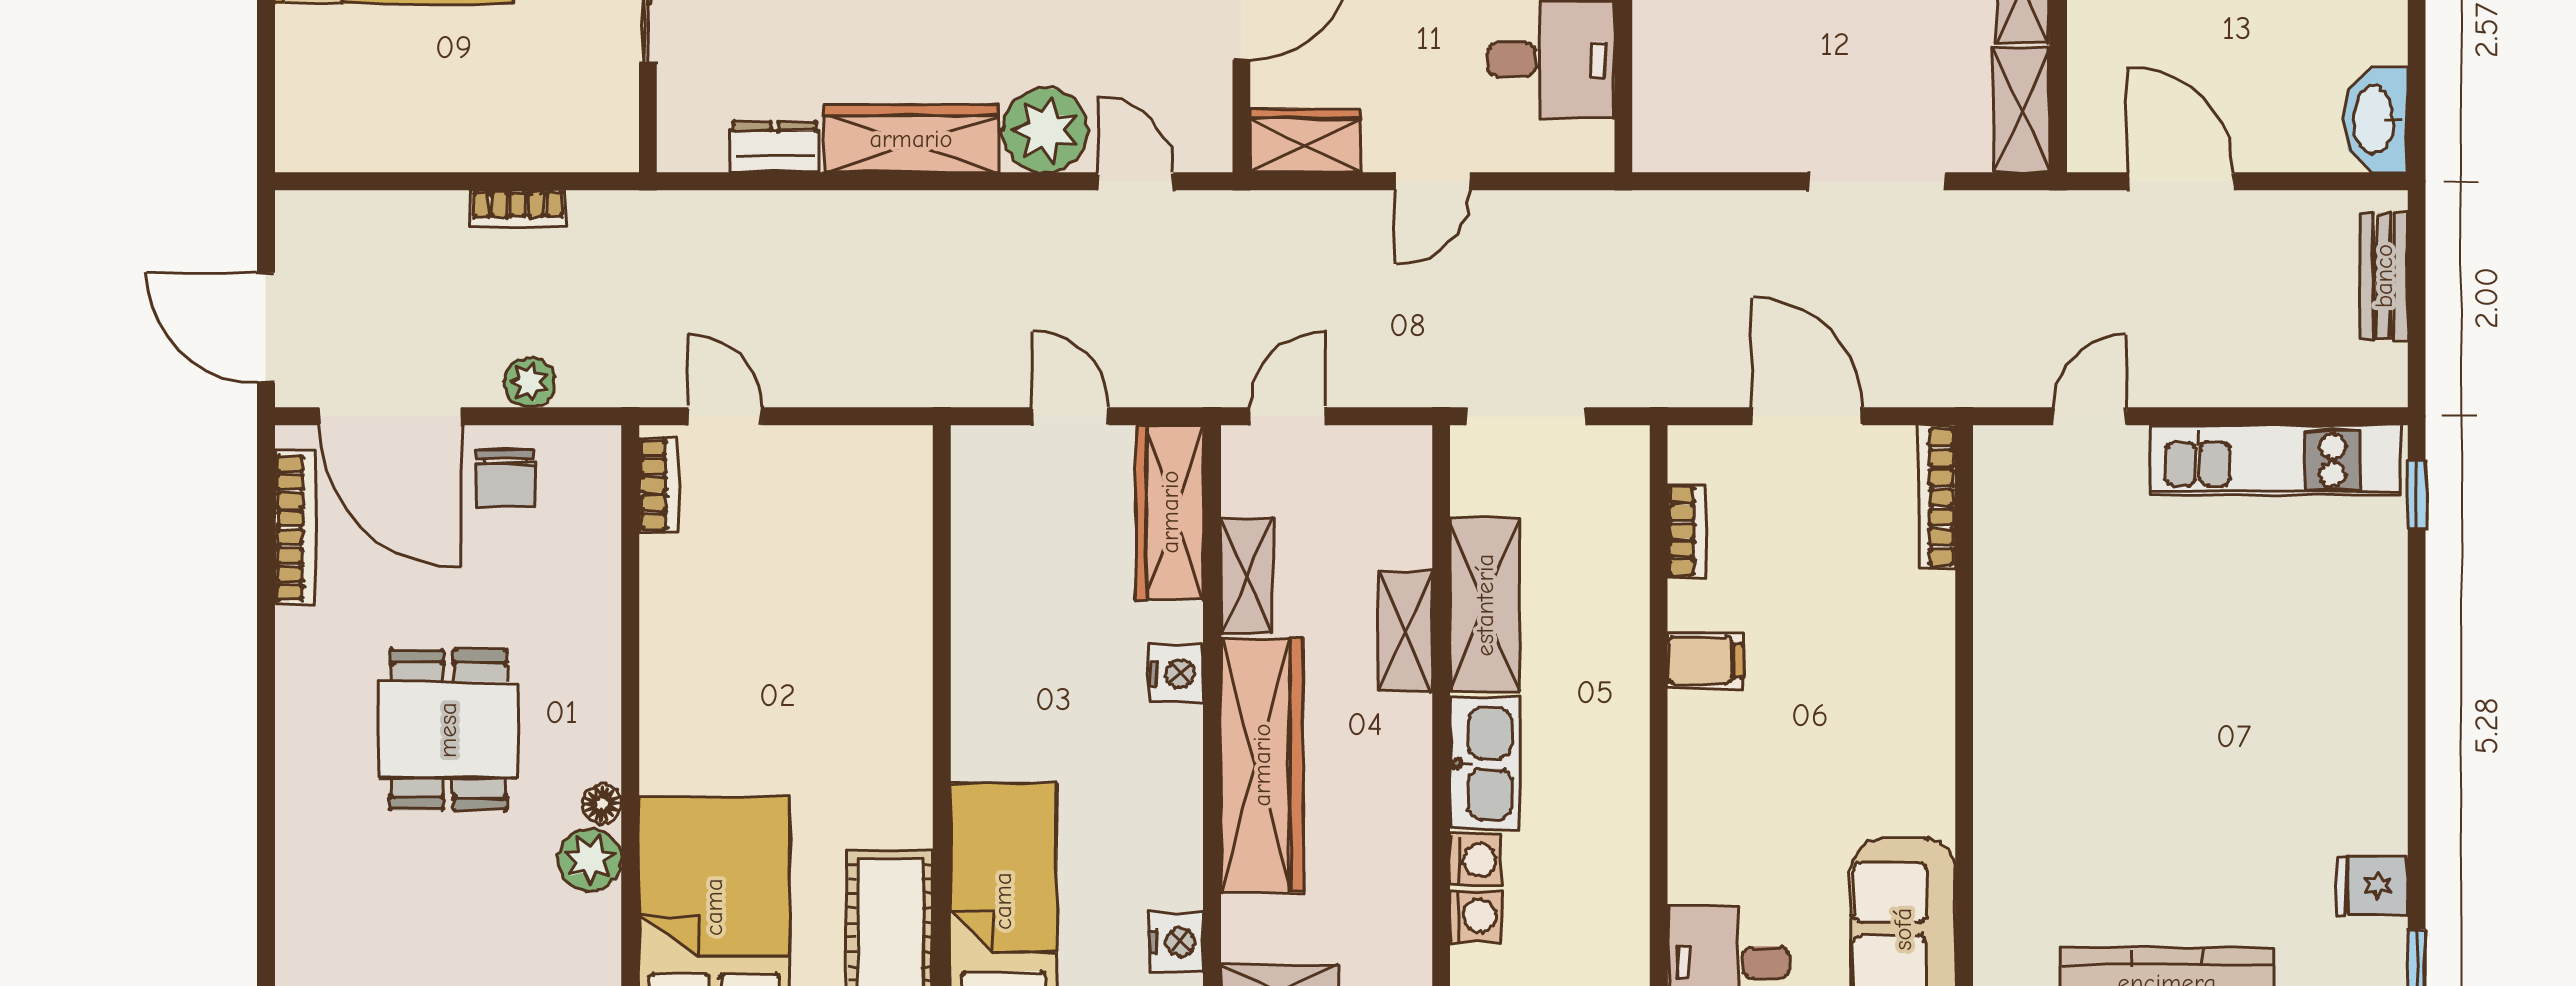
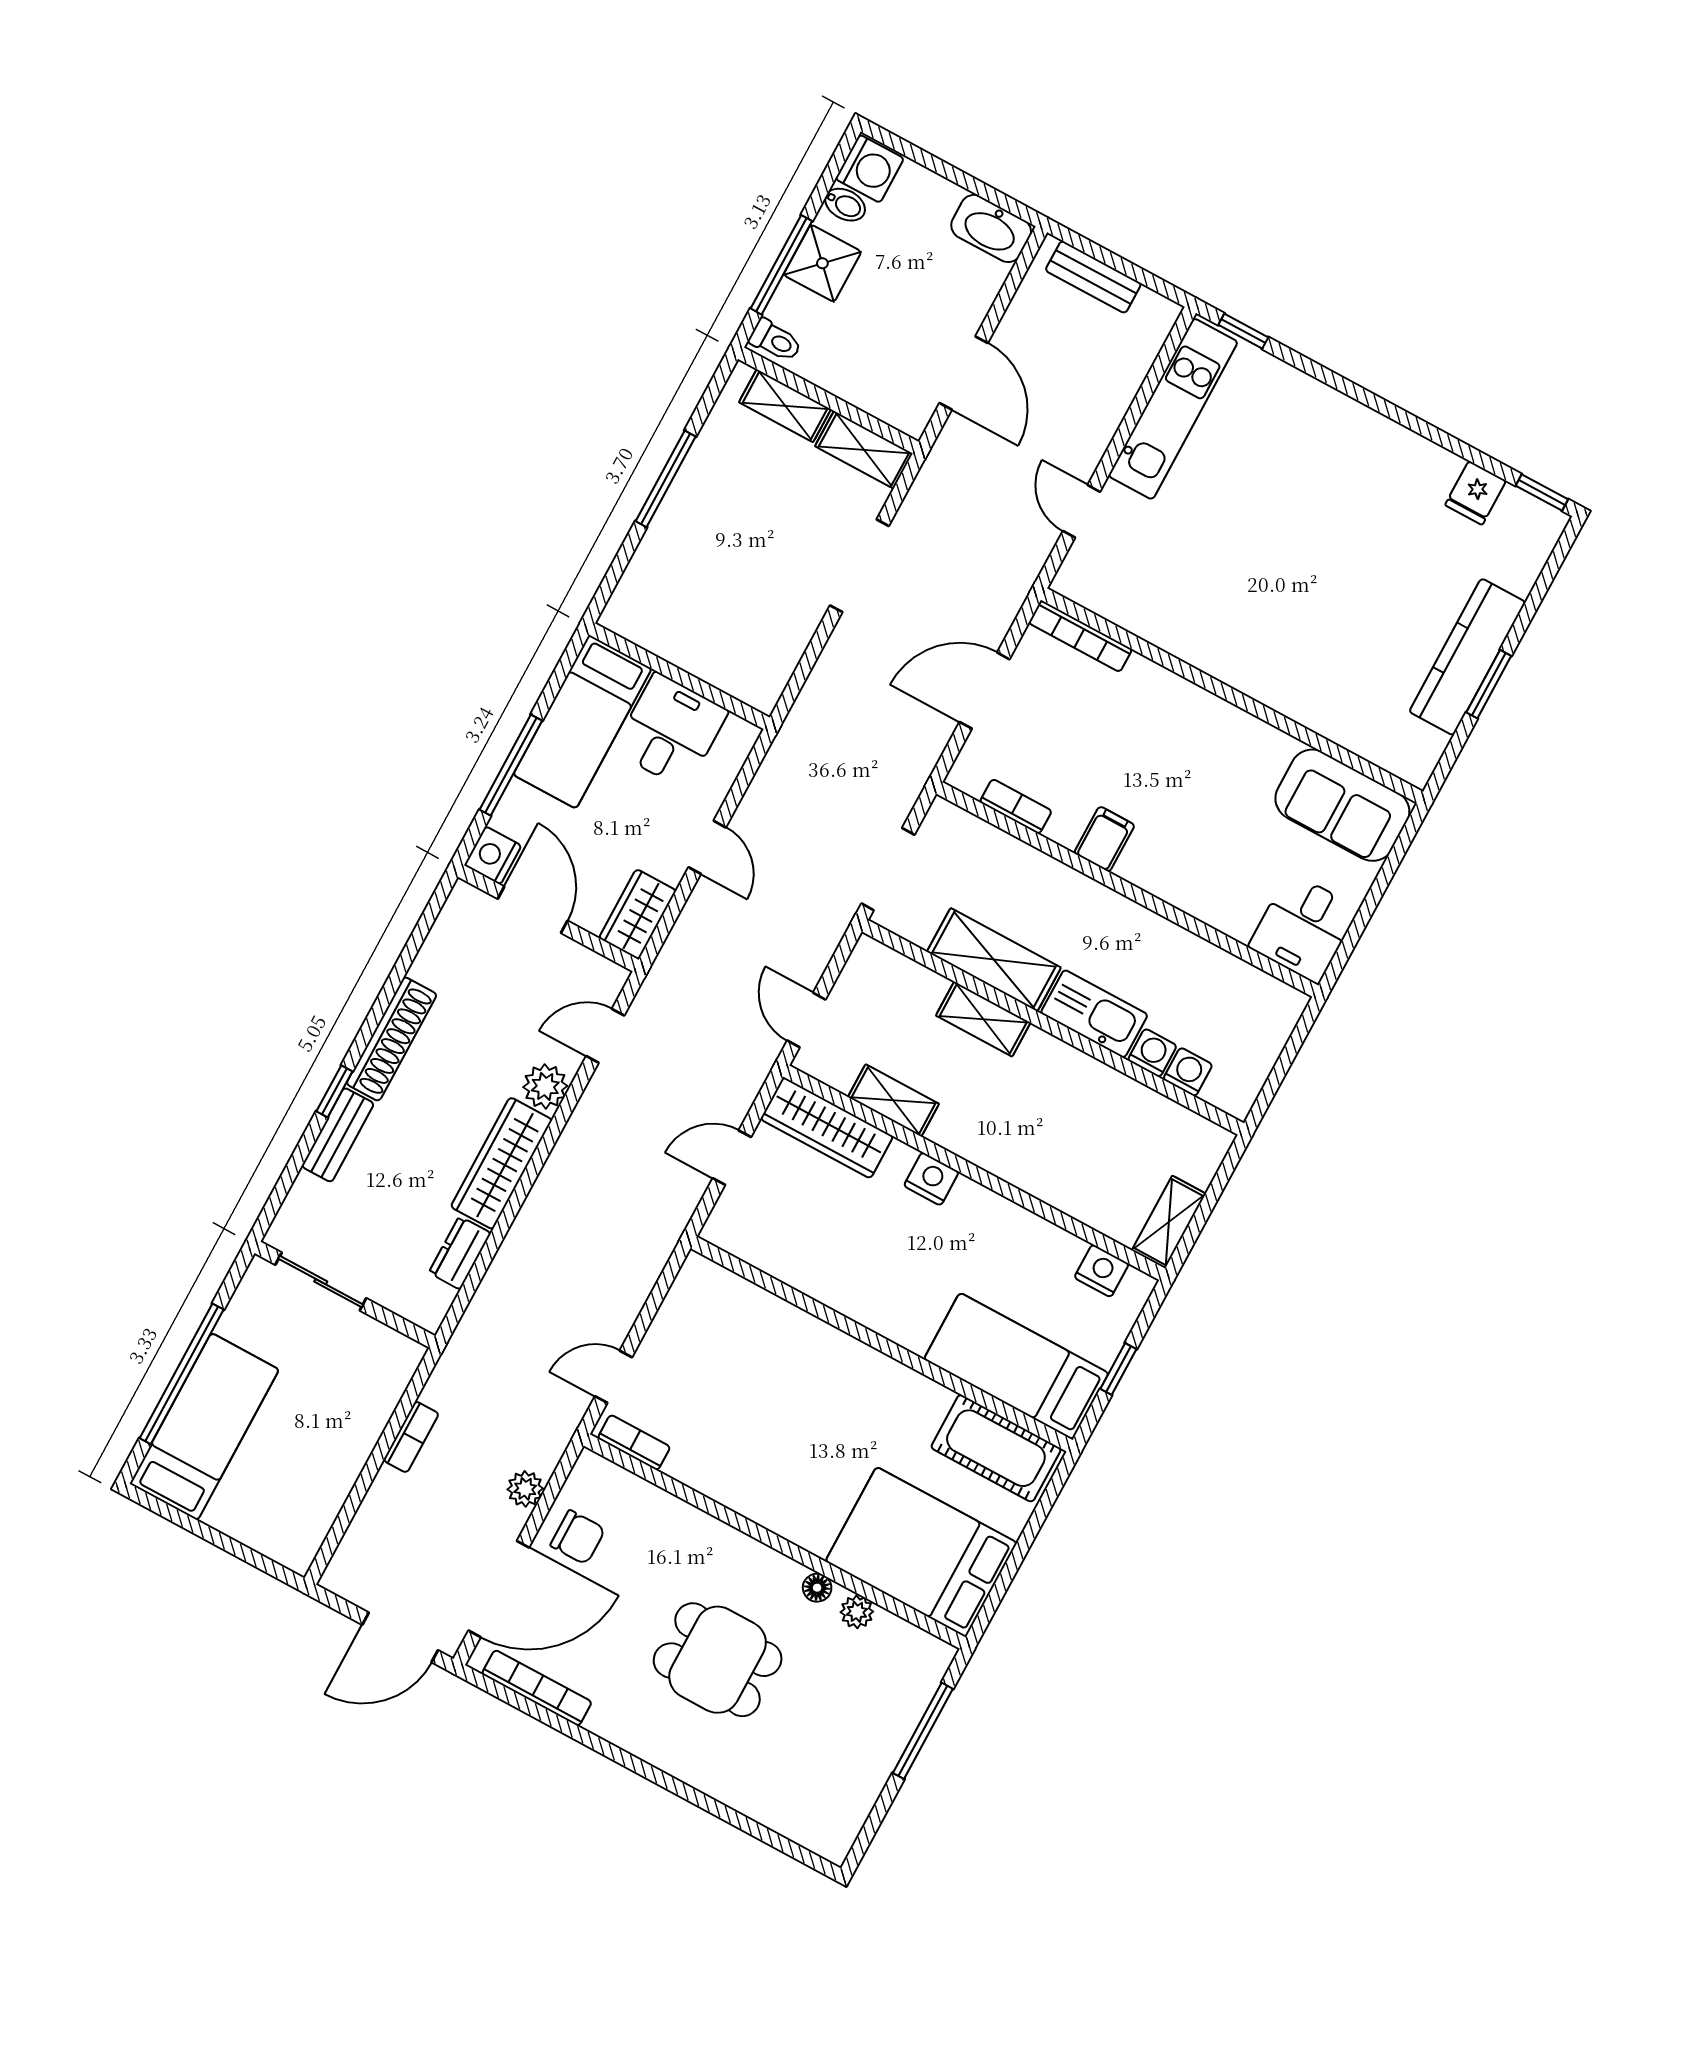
plant: (1045, 130) -> (545, 1086), width x0.73, depth x0.73
door: (2181, 181) -> (964, 373), swing flipped
wardrobe: (1262, 765) -> (1019, 1156), removed
plant: (590, 860) -> (857, 1612), width x0.73, depth x0.73

